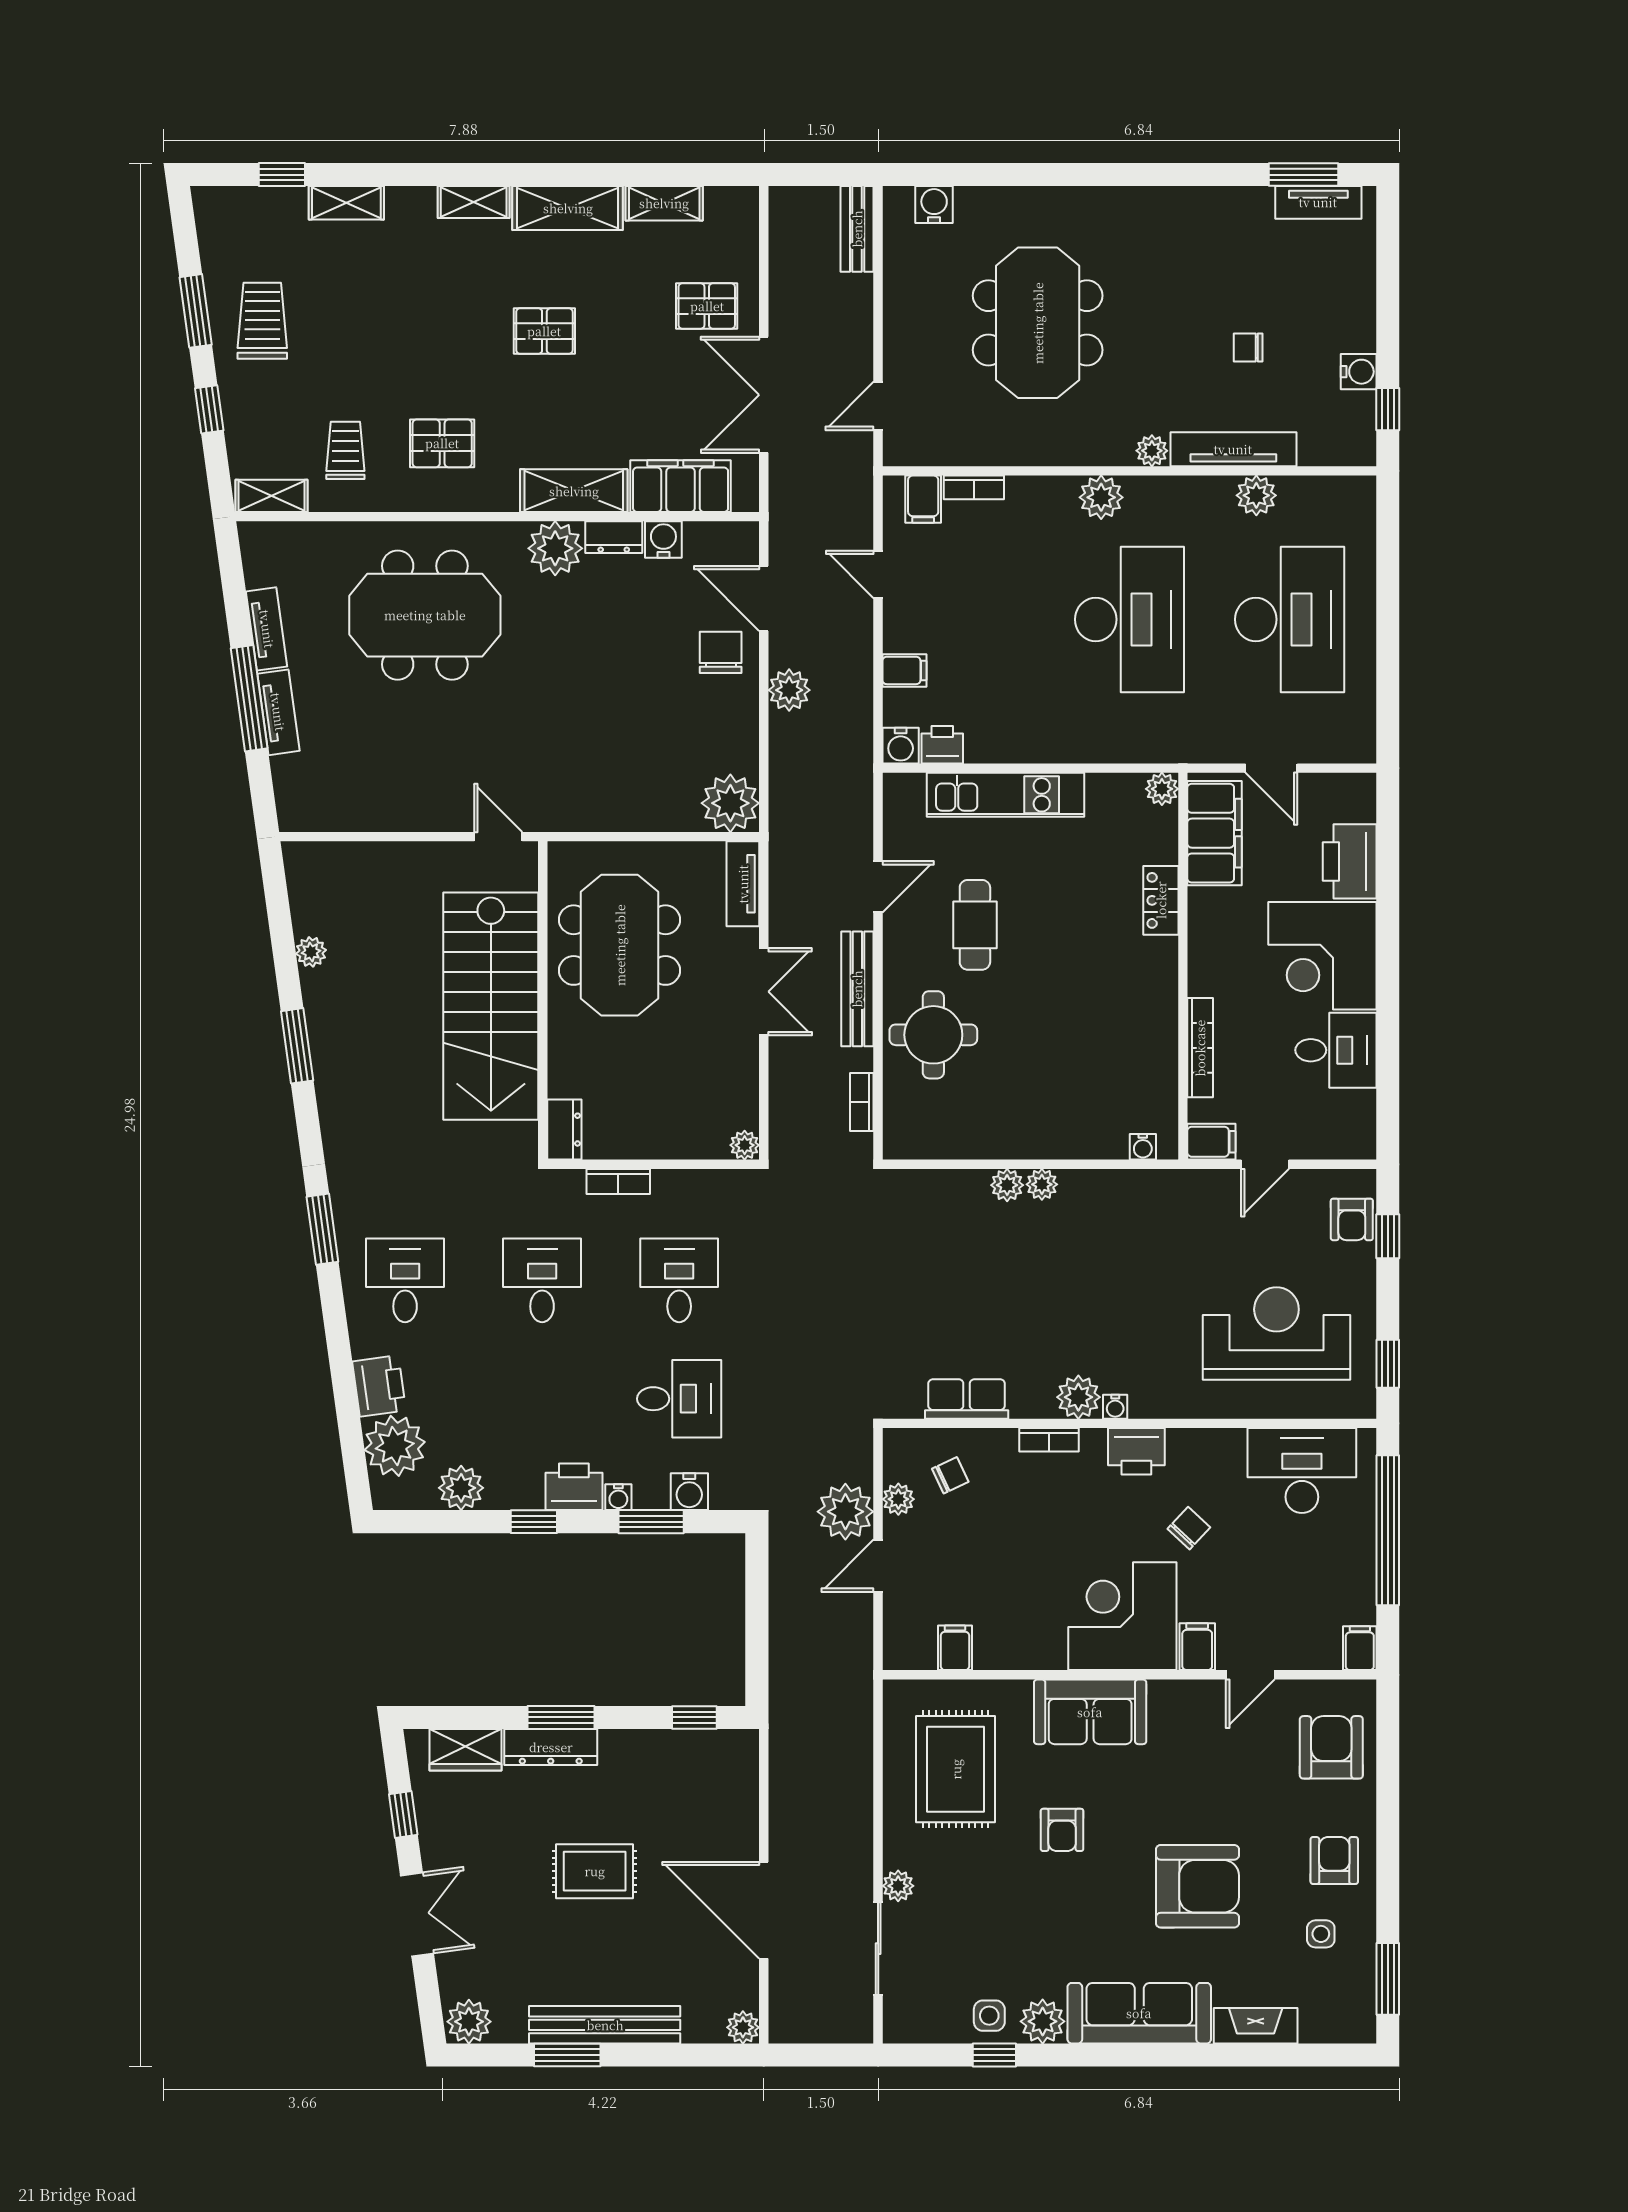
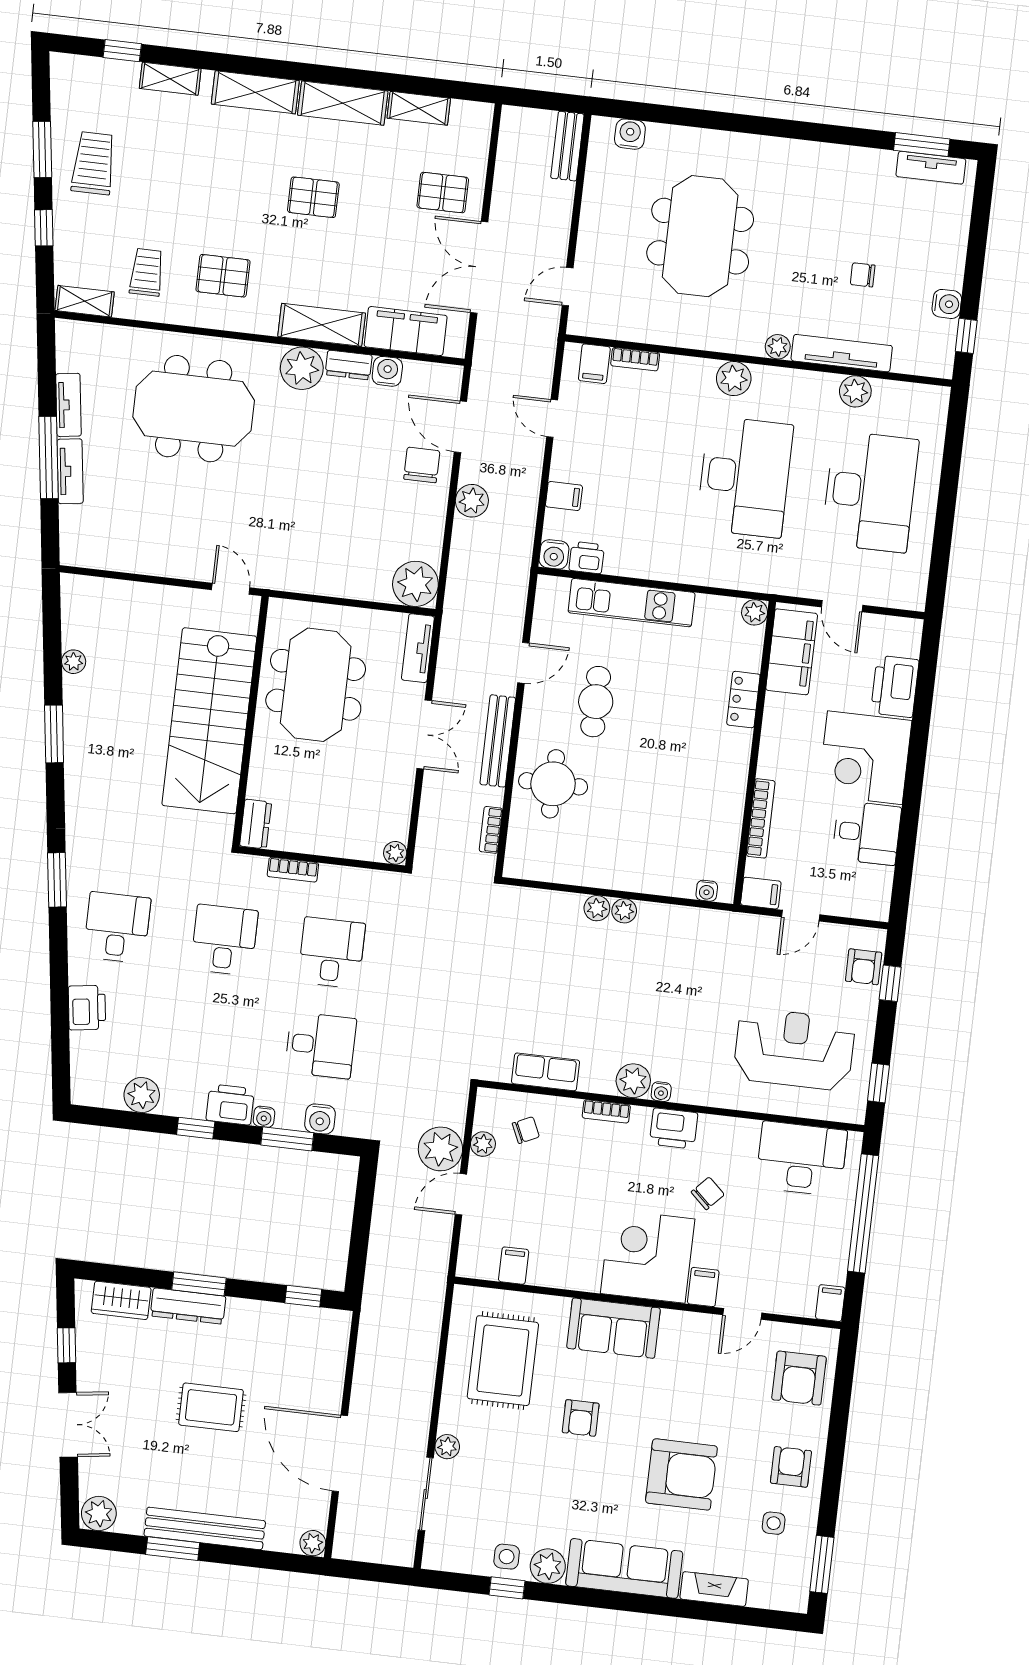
shelving: (474, 202) -> (255, 92), width x1.50, depth x1.33
plant: (395, 1446) -> (94, 1056), removed
armchair: (1331, 1747) -> (799, 1378), turned 180

